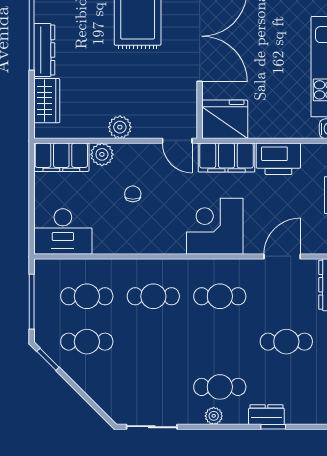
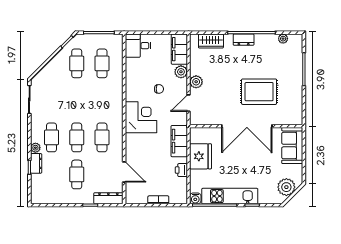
dresser: (44, 50) -> (244, 40), width x0.70
fridge: (225, 119) -> (201, 156), moved
door: (177, 141) -> (189, 103), moved
printer: (278, 159) -> (181, 170), width x0.53, depth x0.68
corner desk: (215, 226) -> (141, 117), moved
desk: (63, 231) -> (138, 46), width x0.73
cafe table: (153, 296) -> (77, 137), moved
plant: (214, 416) -> (35, 148), moved

